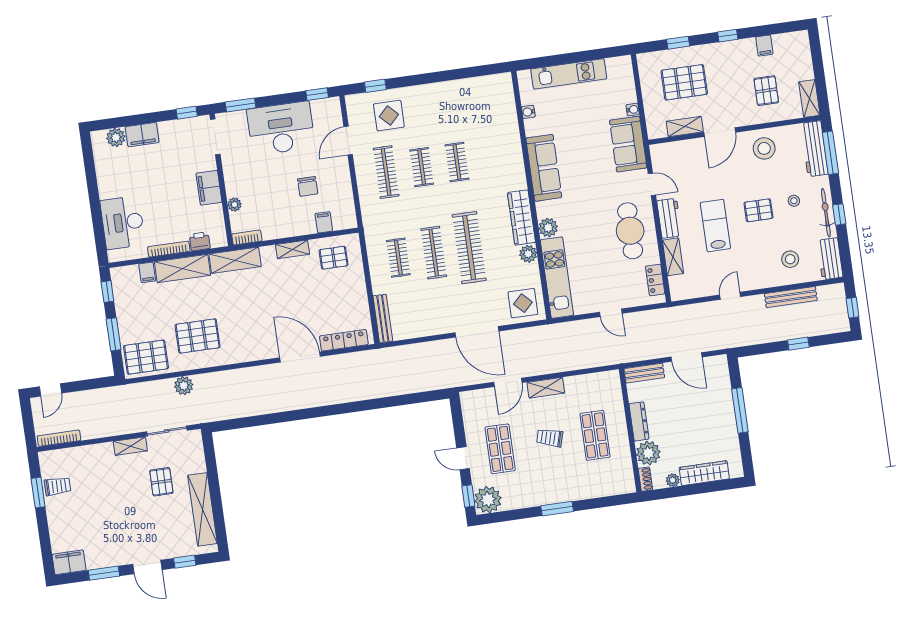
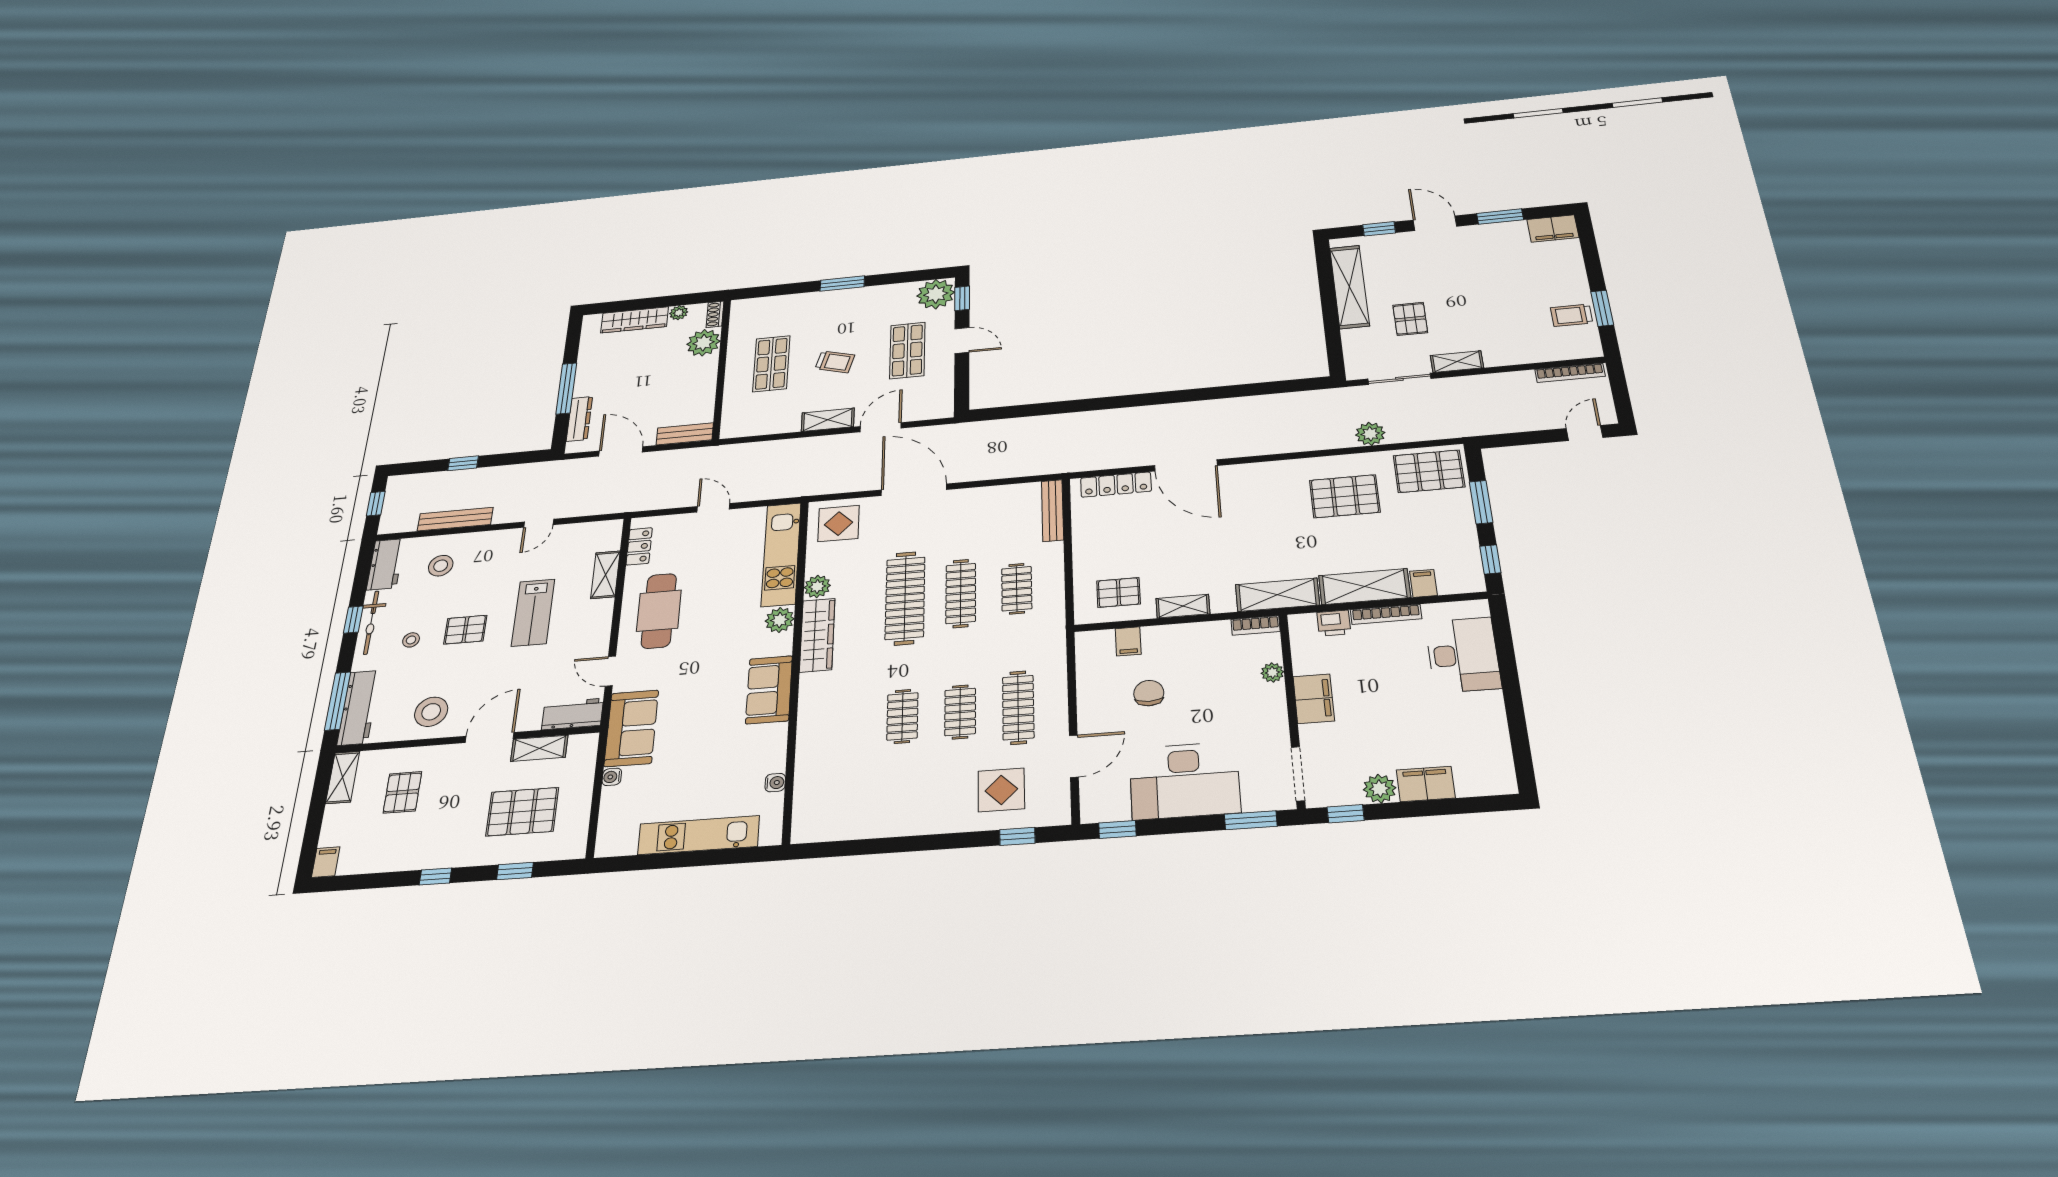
filing cabinet: (764, 46) -> (326, 862), moved
plant: (116, 137) -> (1380, 789), moved
sofa: (544, 168) -> (769, 690), width x0.73
workbench: (669, 218) -> (573, 714), moved, turned 90
dresser: (639, 421) -> (579, 419), moved, turned 180

